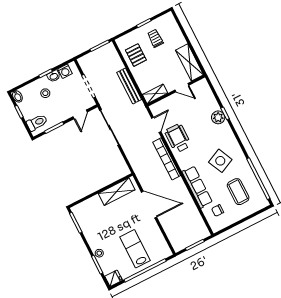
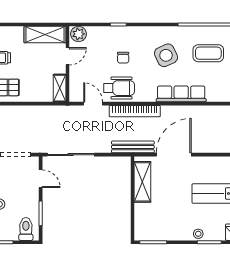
bench: (129, 86) -> (133, 147), moved
plant: (218, 117) -> (78, 34), moved
wheelchair: (178, 138) -> (119, 88), turned 180
chair: (218, 211) -> (123, 58), moved

